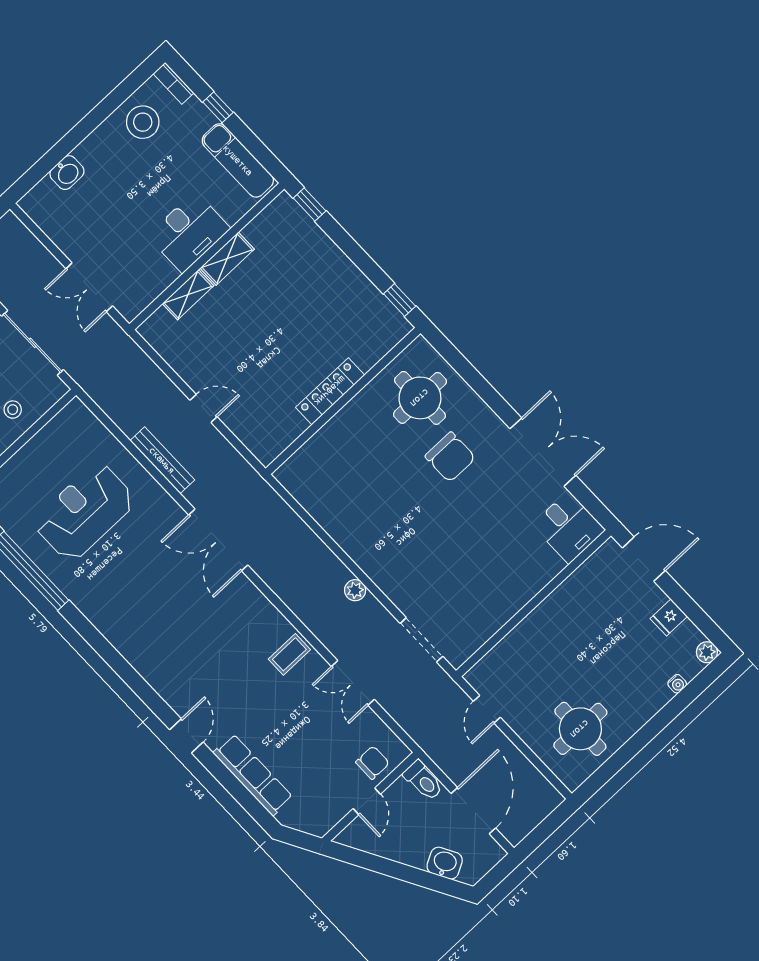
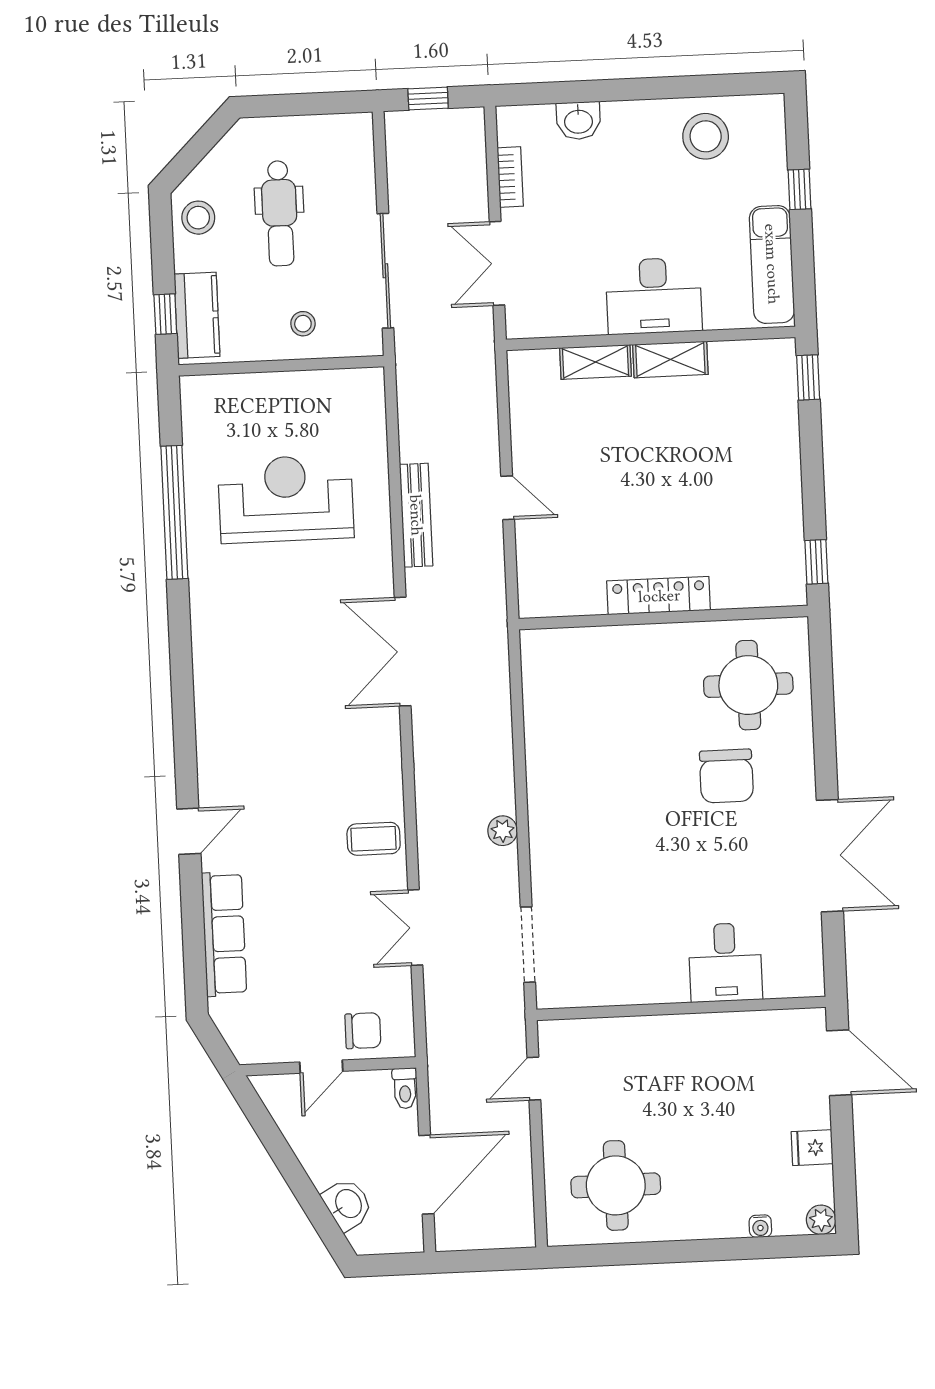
bookcase: (174, 83) -> (510, 177), moved, turned 180
desk: (569, 527) -> (725, 962), moved
toilet: (423, 780) -> (405, 1088), width x0.73, depth x0.72

